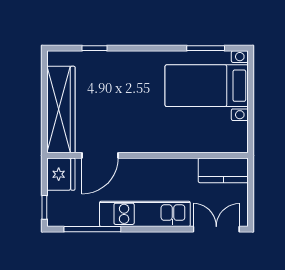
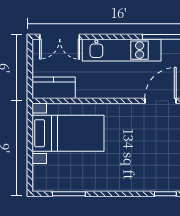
bed with nightstands: (207, 86) -> (68, 133), moved

